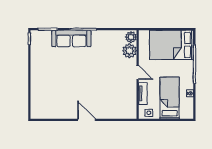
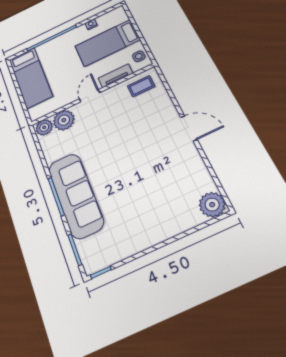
sofa: (71, 38) -> (76, 195), width x1.36, depth x1.27
bed: (172, 45) -> (30, 78), width x0.67
coffee table: (127, 105) -> (141, 86), added
plant: (38, 112) -> (212, 205), added
door: (86, 120) -> (189, 128), swing flipped

